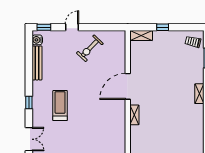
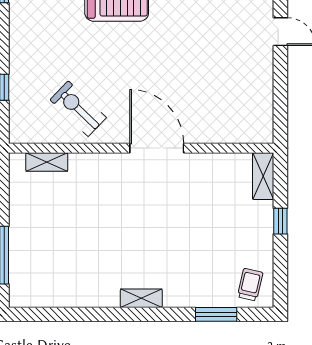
exercise bike: (90, 48) -> (78, 109), moved
shelving: (134, 115) -> (47, 162), moved

